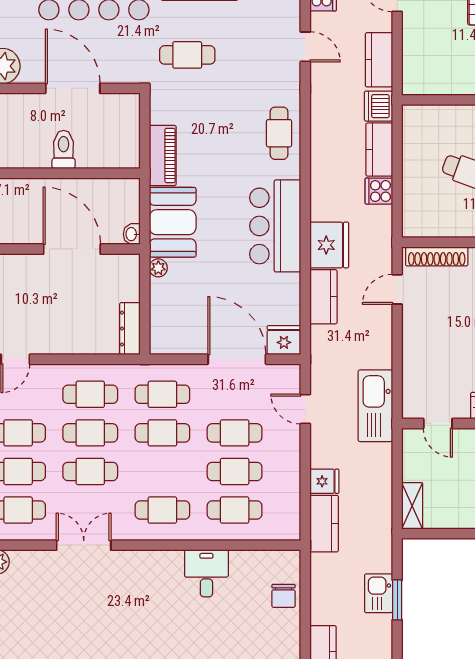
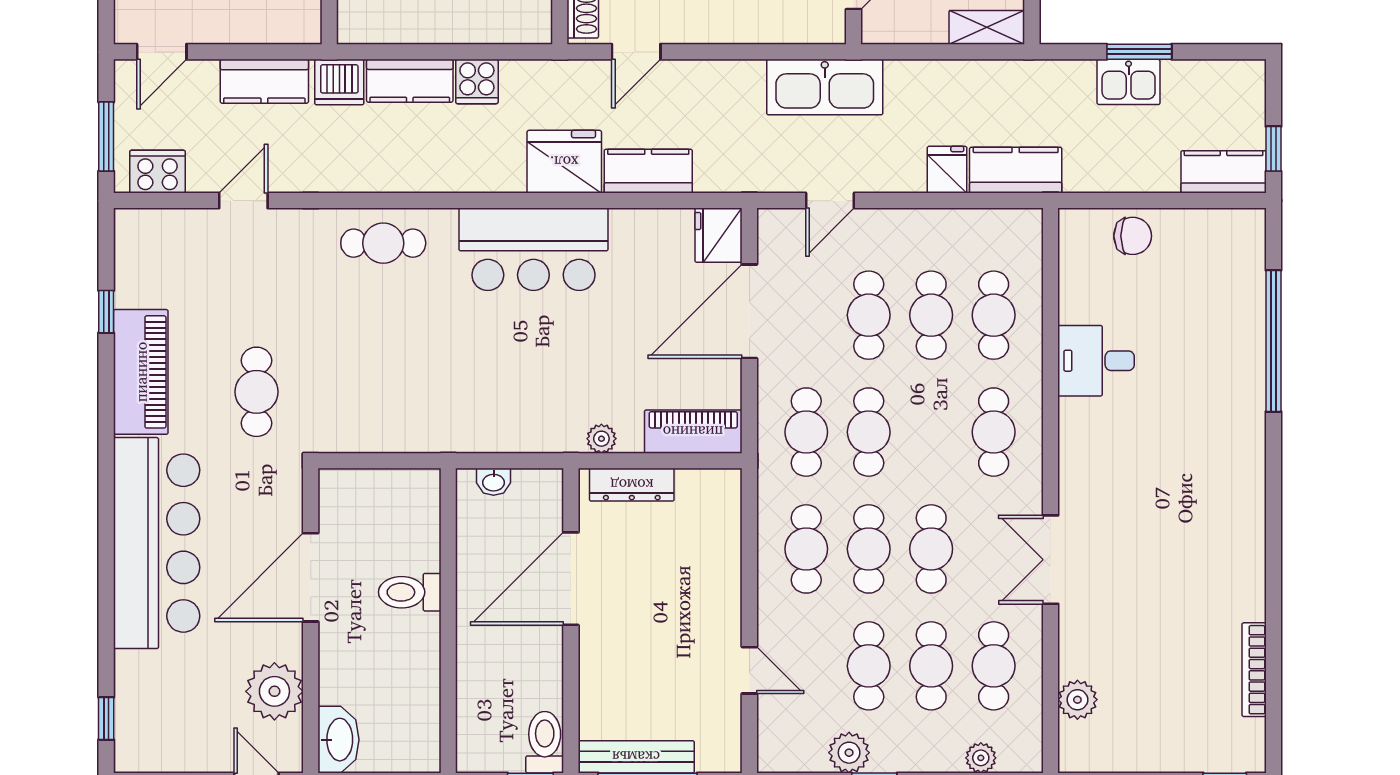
piano: (163, 155) -> (693, 432), moved
booth: (173, 222) -> (527, 415), removed
washbasin: (132, 234) -> (494, 482), moved
door: (397, 289) -> (636, 52), hinge flipped
dresser: (130, 329) -> (632, 485), moved

